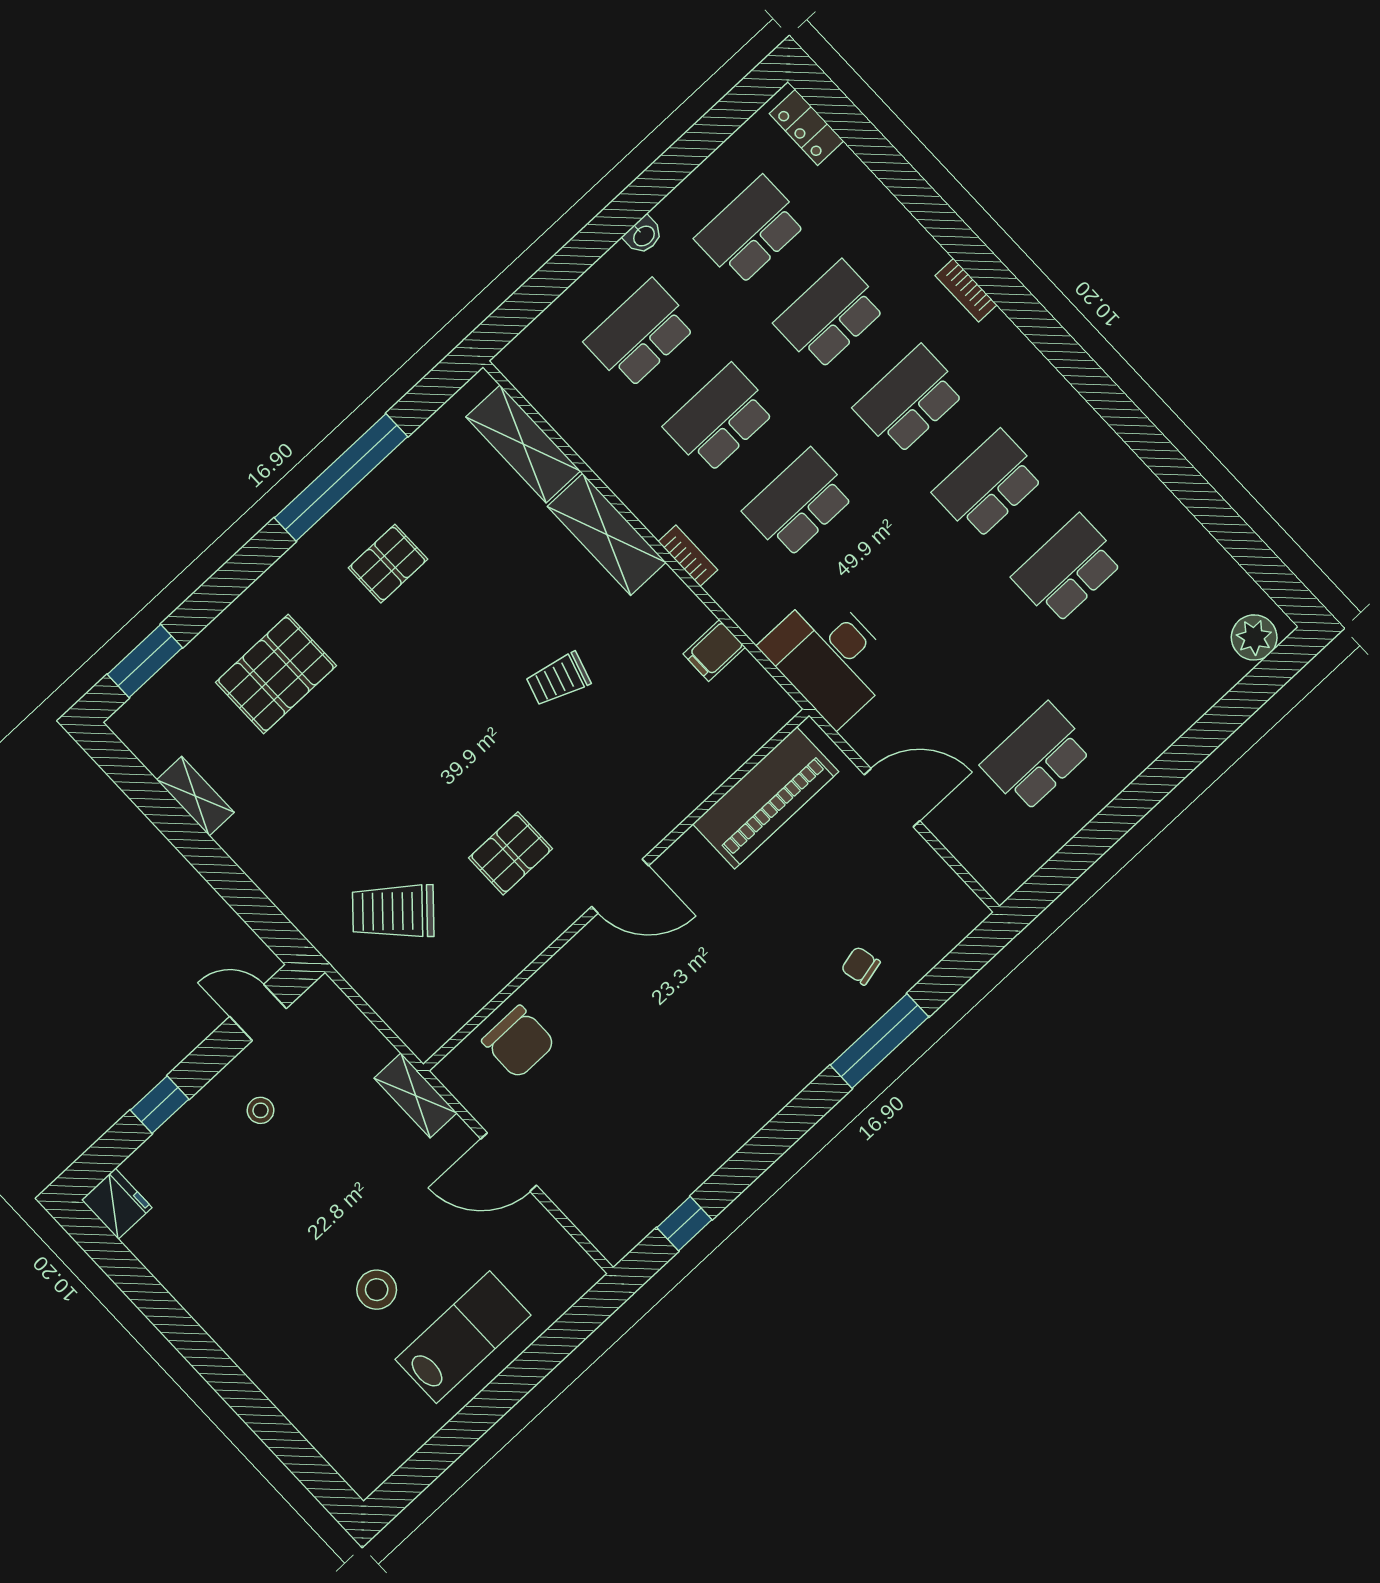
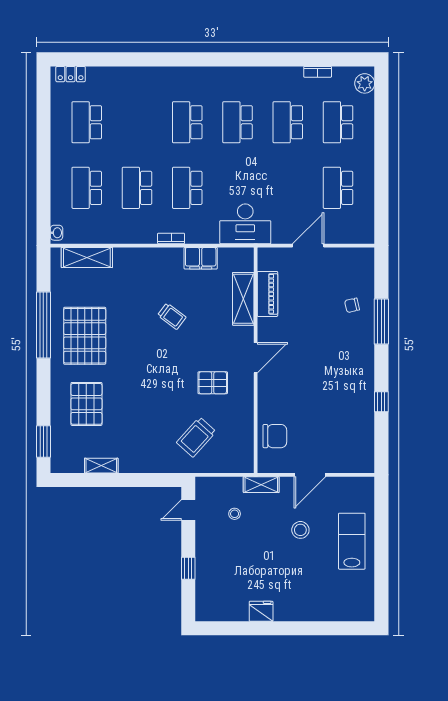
washbasin: (643, 235) -> (56, 233), moved
bookcase: (966, 290) -> (318, 72), moved
school desk: (830, 315) -> (338, 122), moved
shelving: (607, 534) -> (243, 299), moved, turned 90
pallet: (388, 564) -> (85, 336), width x2.05, depth x2.00
filing cabinet: (714, 651) -> (201, 258), width x2.00
trolley: (558, 679) -> (172, 316), turned -70
piano: (766, 798) -> (267, 294), width x0.73, depth x0.75
pallet: (511, 853) -> (213, 383), turned 90
stool: (260, 1110) -> (235, 514), moved
fridge: (117, 1204) -> (261, 611), moved
window: (684, 1224) -> (381, 402), moved
stool: (377, 1290) -> (300, 530), moved

